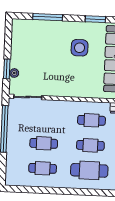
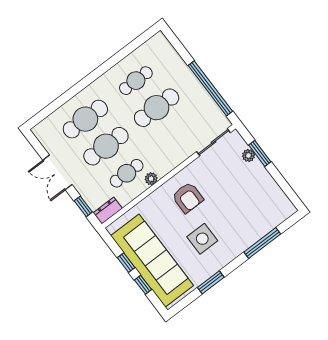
armchair: (68, 78) -> (188, 198), added
plant: (80, 106) -> (151, 179), added
cafe table: (44, 143) -> (157, 108), width x1.37, depth x1.35
cafe table: (90, 145) -> (106, 146), width x1.37, depth x1.35

